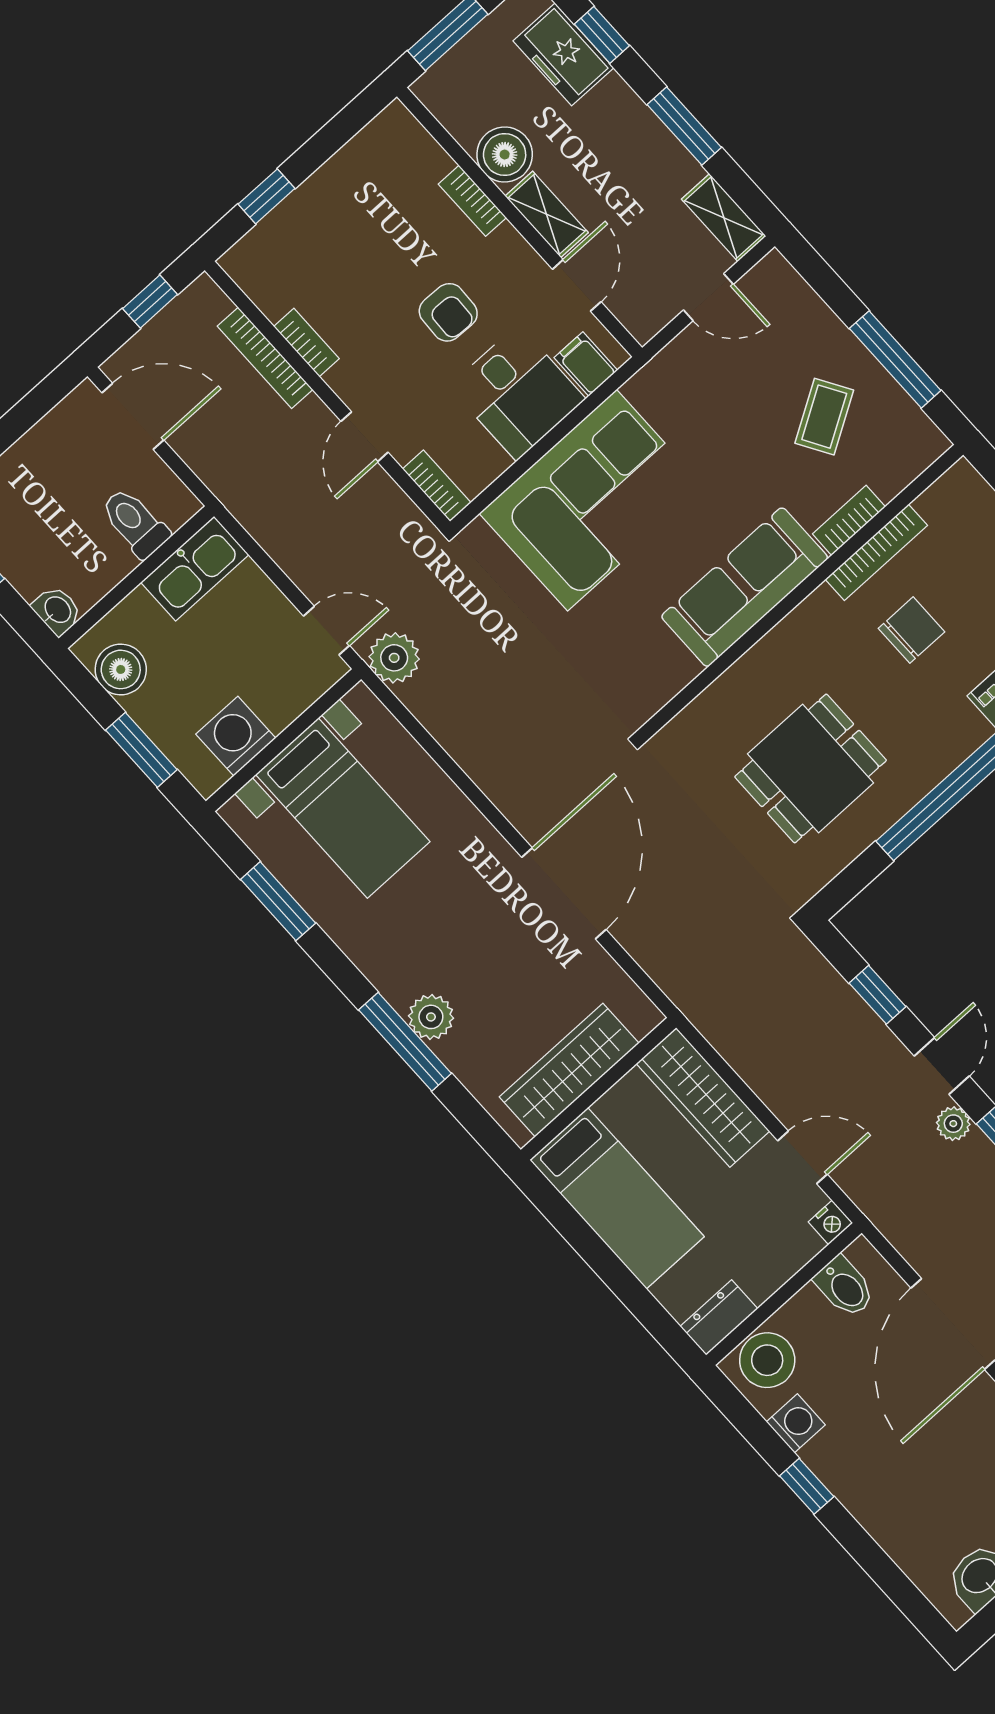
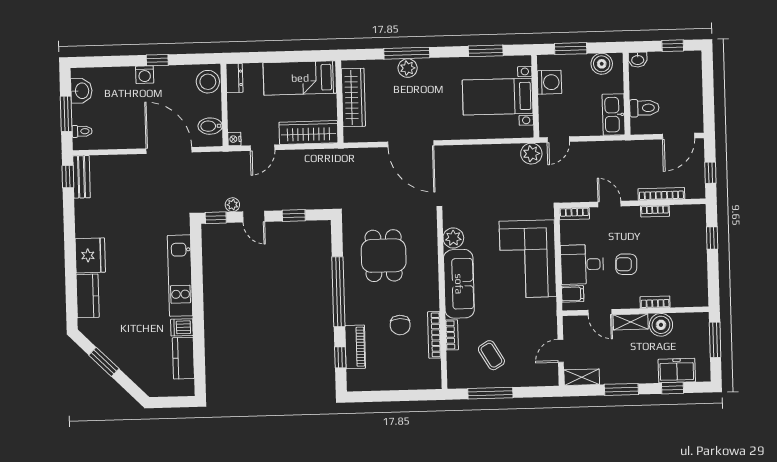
plant: (670, 669) -> (453, 238), added
washing machine: (796, 1423) -> (145, 75), moved

